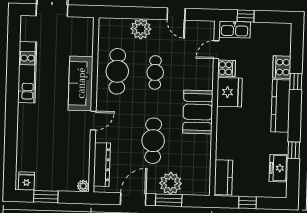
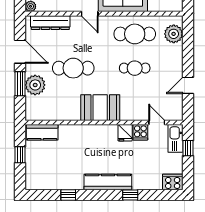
plant: (141, 29) -> (174, 34), moved
cooker: (282, 67) -> (173, 182), moved
fridge: (229, 92) -> (125, 133), width x0.53, depth x0.75
freezer: (279, 168) -> (52, 182), removed

